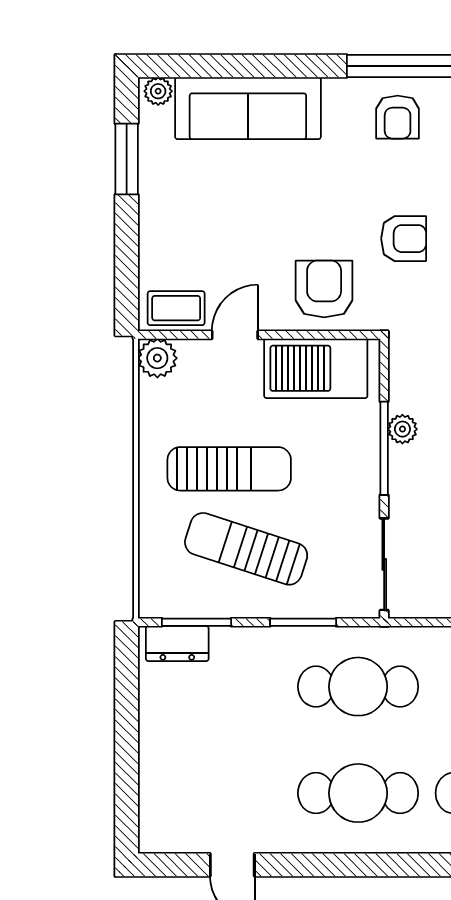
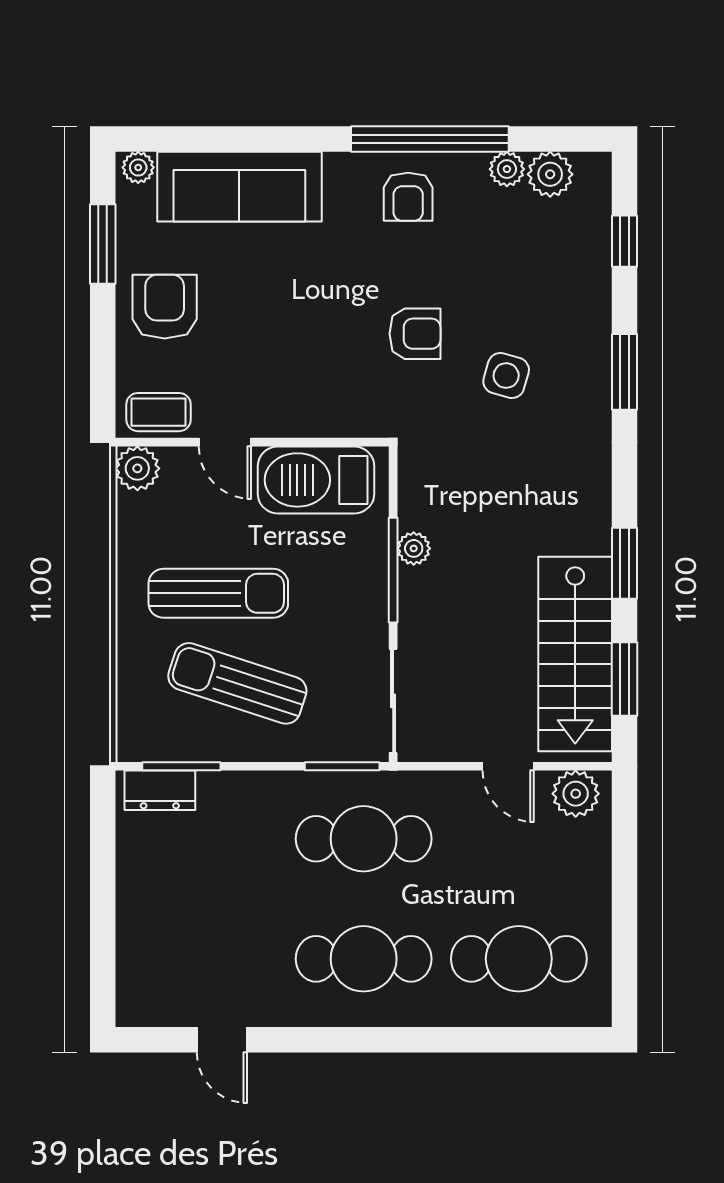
armchair: (324, 289) -> (165, 307), moved
door: (235, 335) -> (225, 442), swing flipped
window: (303, 622) -> (342, 766), moved

